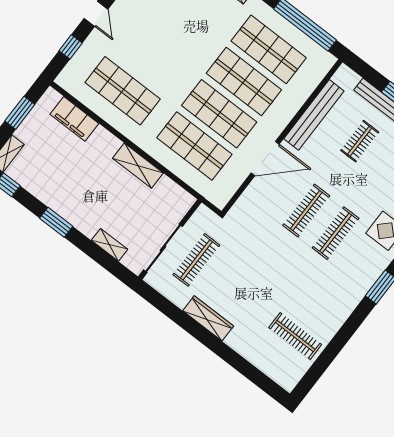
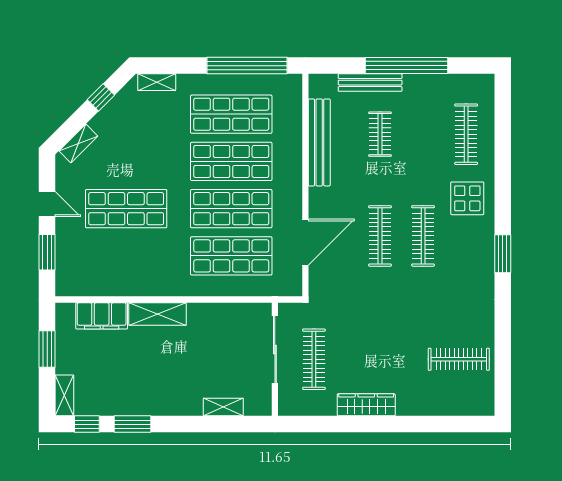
window: (71, 47) -> (47, 252), width x1.50
shop shelf: (123, 91) -> (126, 209), moved
door: (265, 158) -> (305, 242), moved
shelving: (138, 166) -> (158, 314), moved
window: (56, 222) -> (133, 424), moved
sliding door: (163, 248) -> (275, 349), moved

